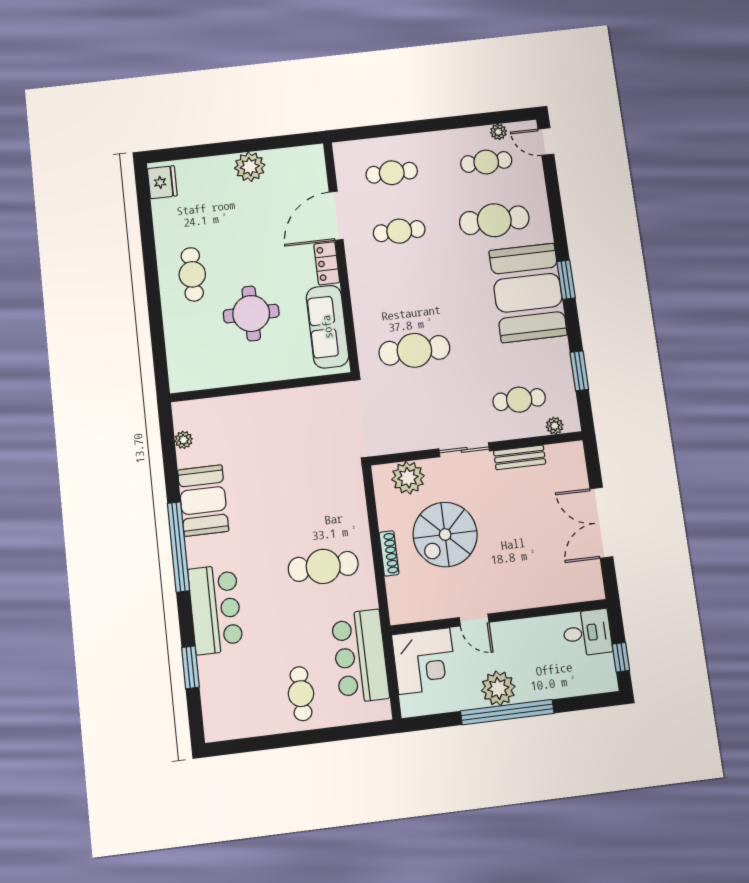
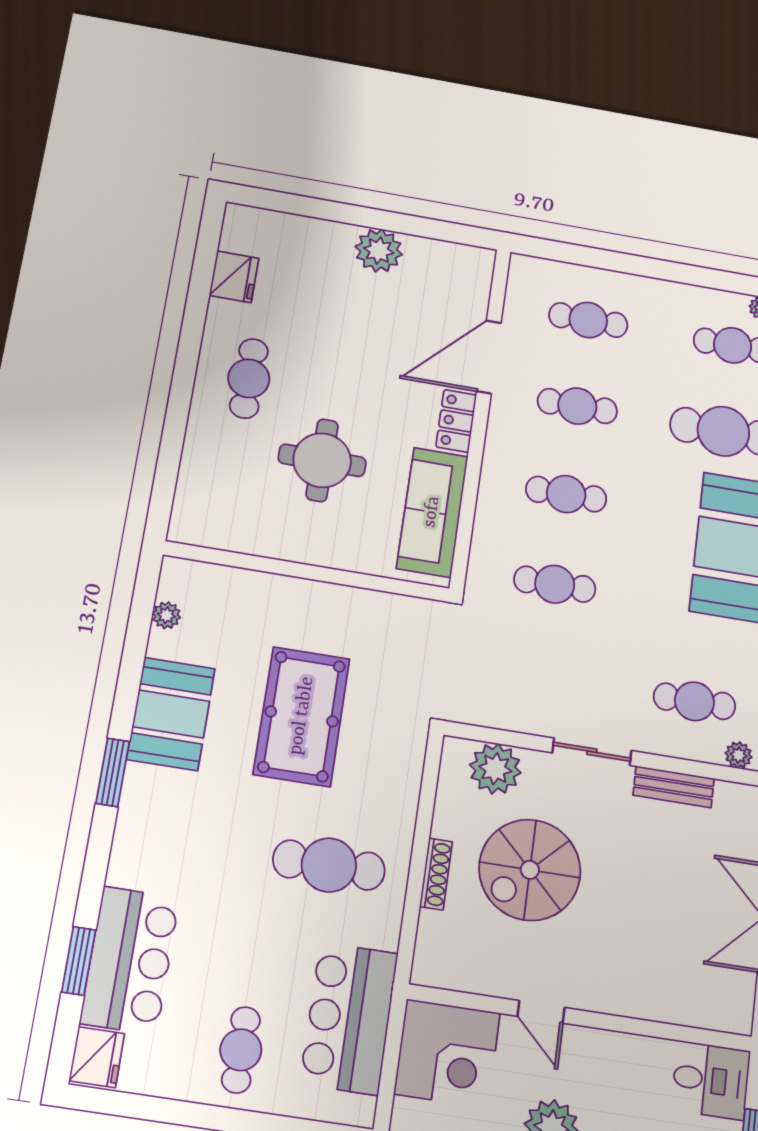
fridge: (162, 182) -> (234, 277), moved
cafe table: (407, 290) -> (566, 494), added
cafe table: (414, 350) -> (555, 584), width x0.73, depth x0.74
pool table: (282, 479) -> (302, 716), added
window: (178, 547) -> (113, 772), width x0.47
bar counter: (215, 609) -> (130, 960), moved
fridge: (217, 722) -> (97, 1057), added

